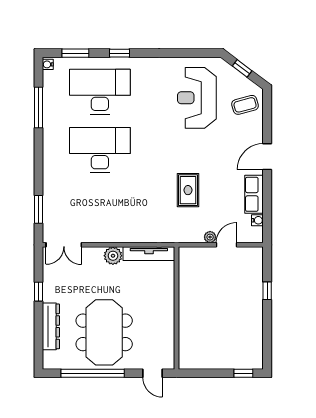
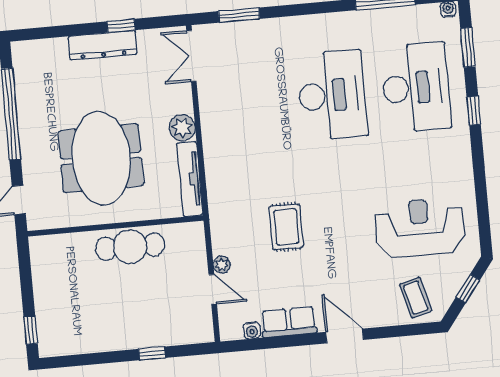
rug: (188, 190) -> (286, 227), turned 90
cafe table: (192, 299) -> (130, 247), added
dresser: (51, 326) -> (103, 45), moved
meeting table: (104, 332) -> (101, 158), moved, turned 90

